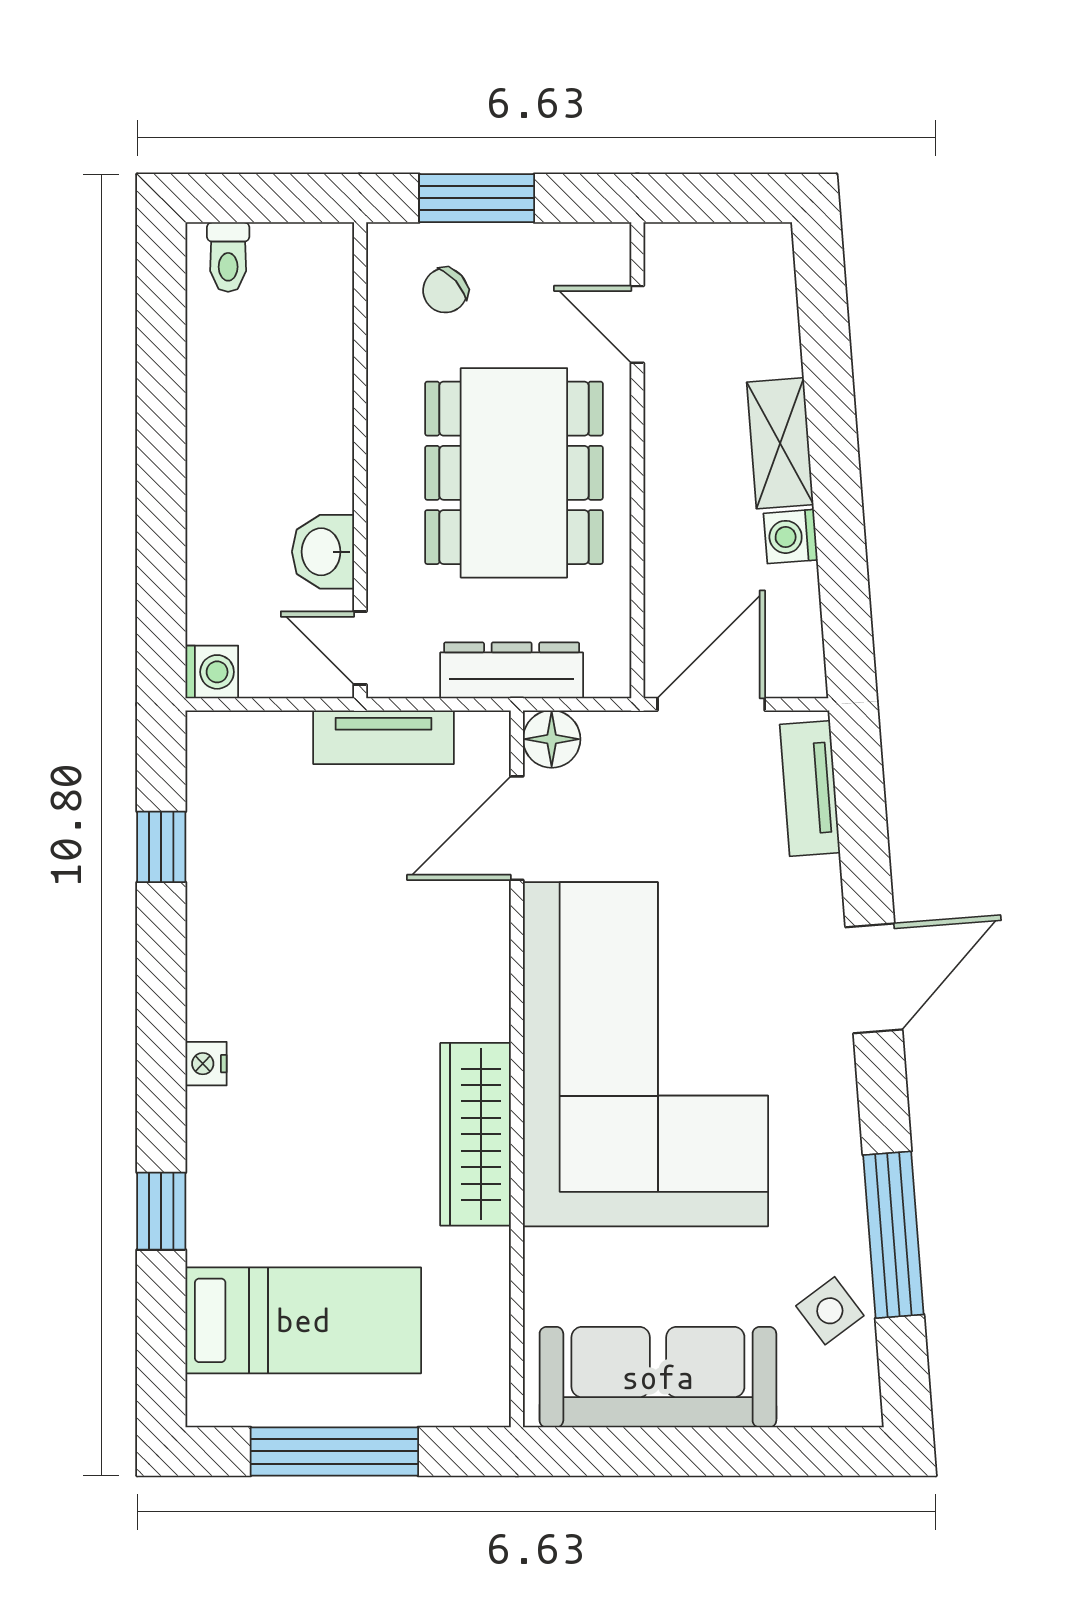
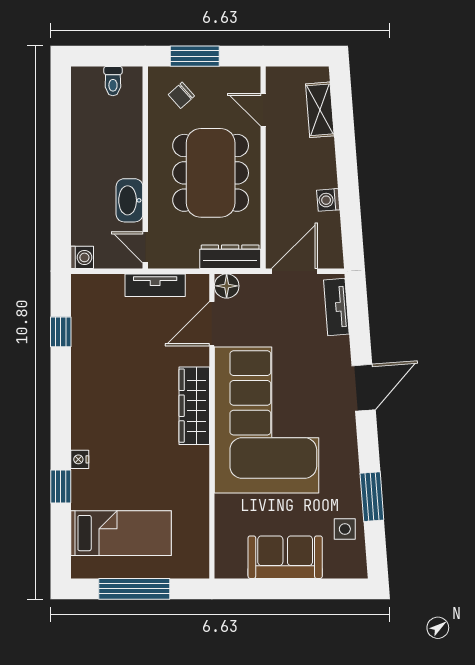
toilet: (228, 257) -> (113, 81), moved
shelving: (780, 443) -> (320, 110), moved
washbasin: (323, 552) -> (129, 200), width x1.38
dresser: (512, 670) -> (230, 257), moved
nightstand: (206, 1064) -> (80, 459), moved
wardrobe: (475, 1134) -> (194, 406), moved
window: (893, 1235) -> (372, 497), width x0.69
side table: (830, 1311) -> (345, 529), turned 37
sofa: (658, 1377) -> (285, 557), width x0.73

